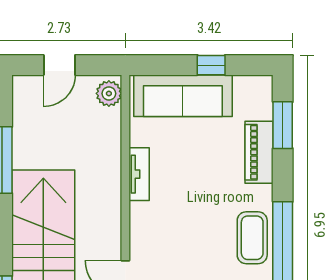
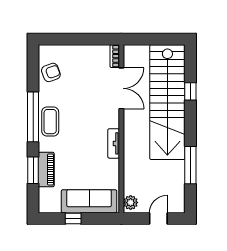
window: (283, 125) -> (33, 170), moved
tv unit: (139, 174) -> (114, 143), moved

